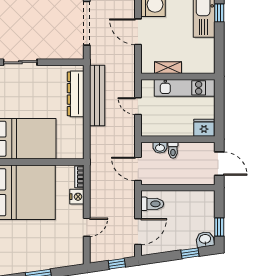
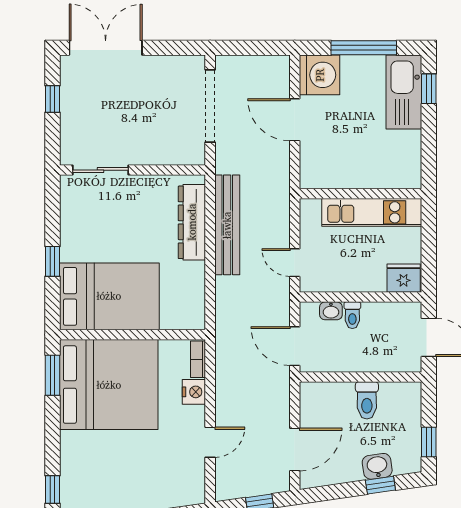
shelving: (168, 68) -> (344, 179), removed
door: (138, 106) -> (295, 263), moved
toilet: (152, 204) -> (367, 400), moved, turned 90
washbasin: (205, 239) -> (377, 466), moved

